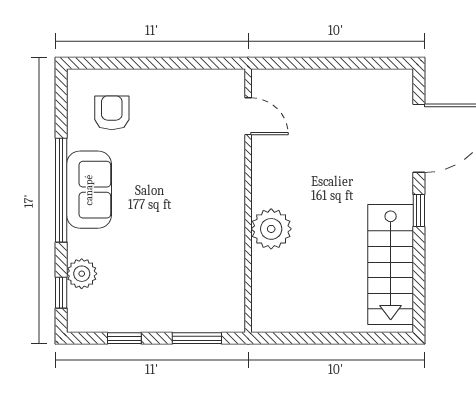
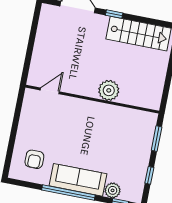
armchair: (112, 113) -> (34, 159), turned -90
sofa: (89, 190) -> (78, 180), width x1.36

